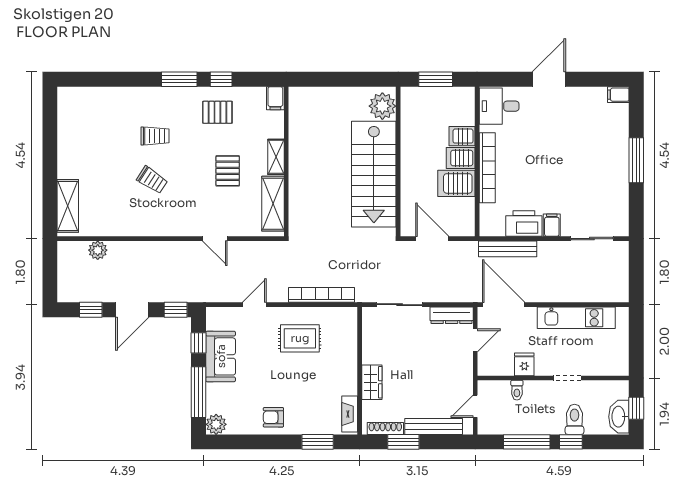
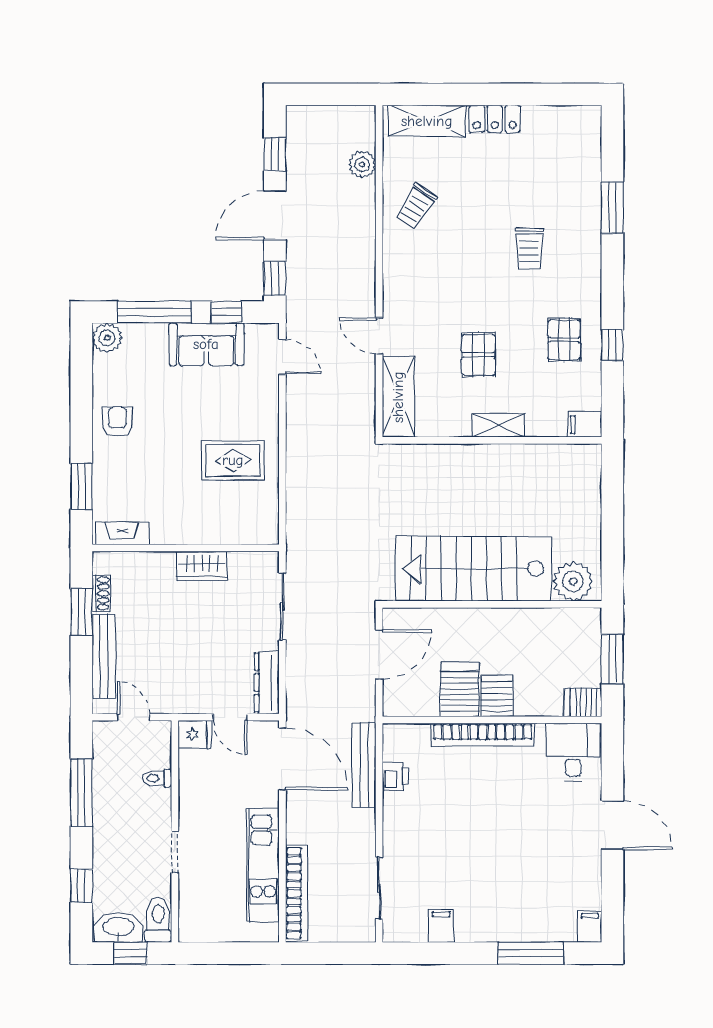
window: (179, 79) -> (612, 207), moved
server rack: (462, 136) -> (583, 702), moved, turned -90
locker: (67, 160) -> (495, 119), added
window: (636, 160) -> (530, 953), moved
pallet: (228, 171) -> (478, 355), turned 90
trolley: (152, 180) -> (416, 206), moved
shelving: (273, 204) -> (398, 397), moved, turned 90
printer: (524, 223) -> (395, 776), width x0.53, depth x0.68
filing cabinet: (552, 225) -> (441, 926), moved, turned -90
door: (215, 239) -> (379, 336), hinge flipped
bookcase: (322, 295) -> (297, 893), moved
door: (254, 305) -> (282, 357), moved
door: (504, 305) -> (282, 759), hinge flipped
door: (132, 310) -> (275, 215), hinge flipped
rug: (300, 338) -> (233, 460), turned 90
fridge: (524, 364) -> (195, 734), moved
wardrobe: (372, 382) -> (202, 566), moved
toilet: (574, 419) -> (158, 920), moved, turned -90
shoe rack: (385, 428) -> (101, 593), width x0.70
window: (571, 442) -> (81, 886), moved

